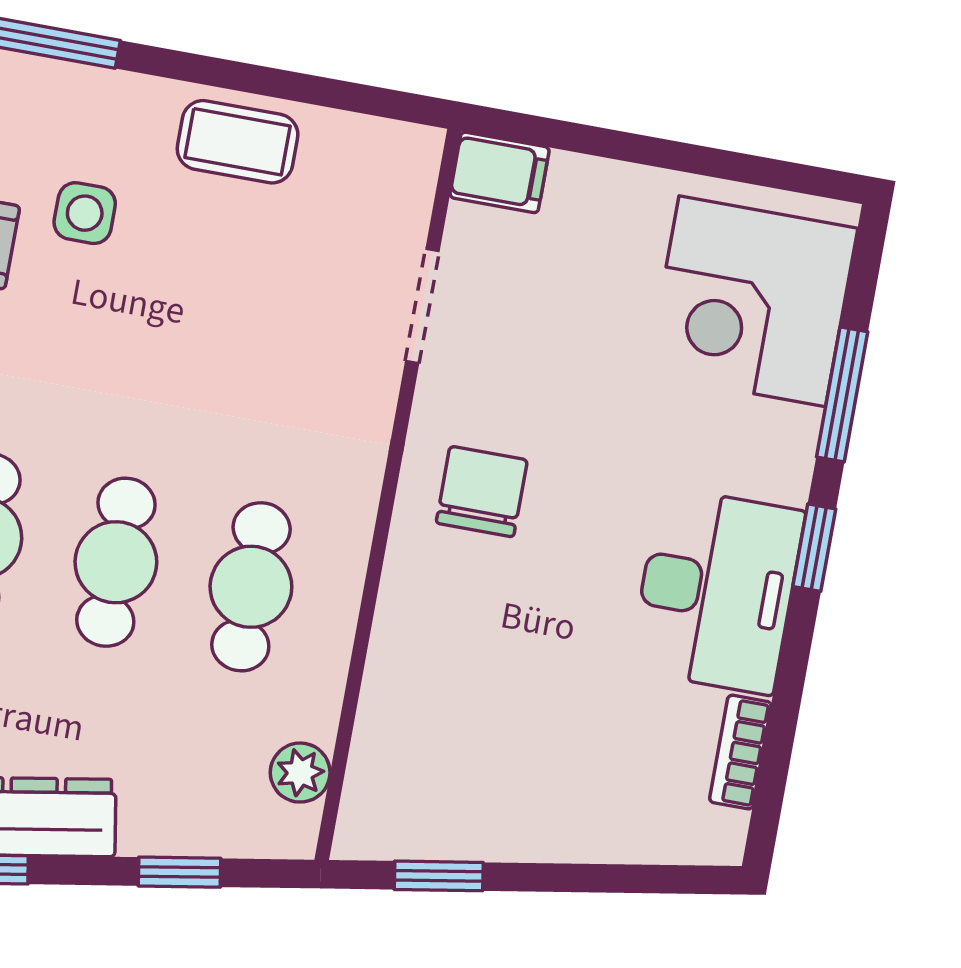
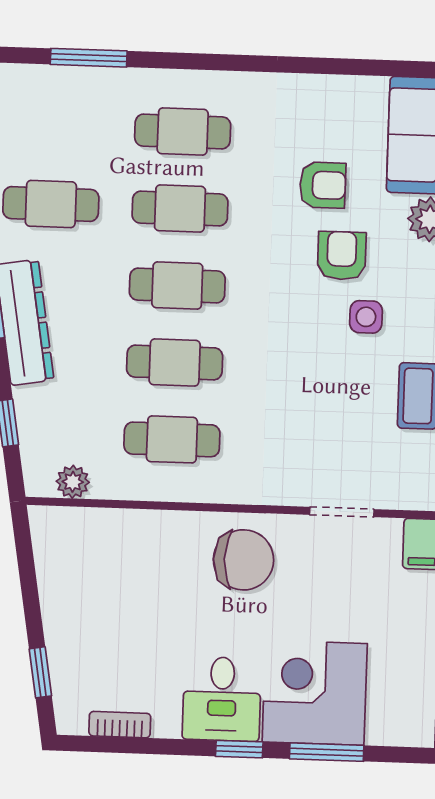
corner desk: (752, 301) -> (315, 693), moved
chair: (482, 492) -> (244, 560), width x1.37, depth x1.37
desk: (717, 591) -> (222, 699), width x0.73
window: (439, 876) -> (40, 672), moved

